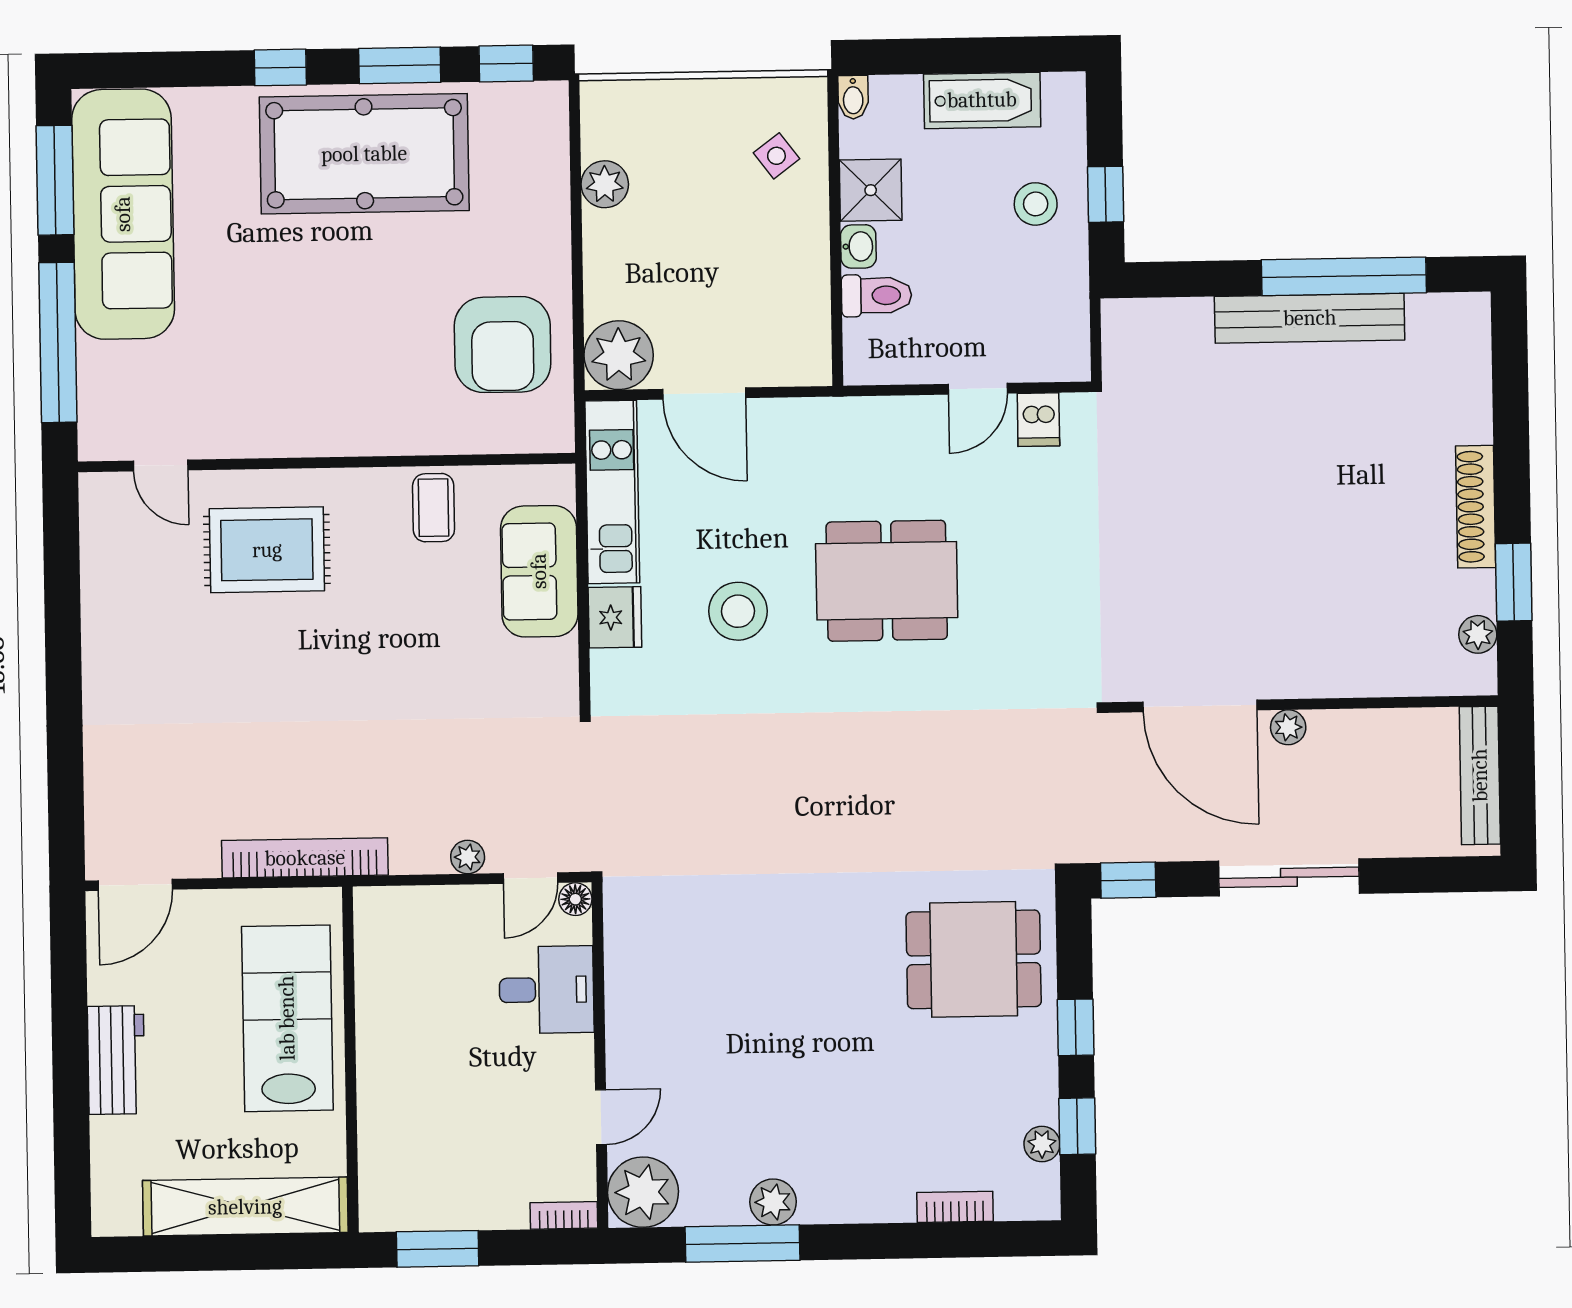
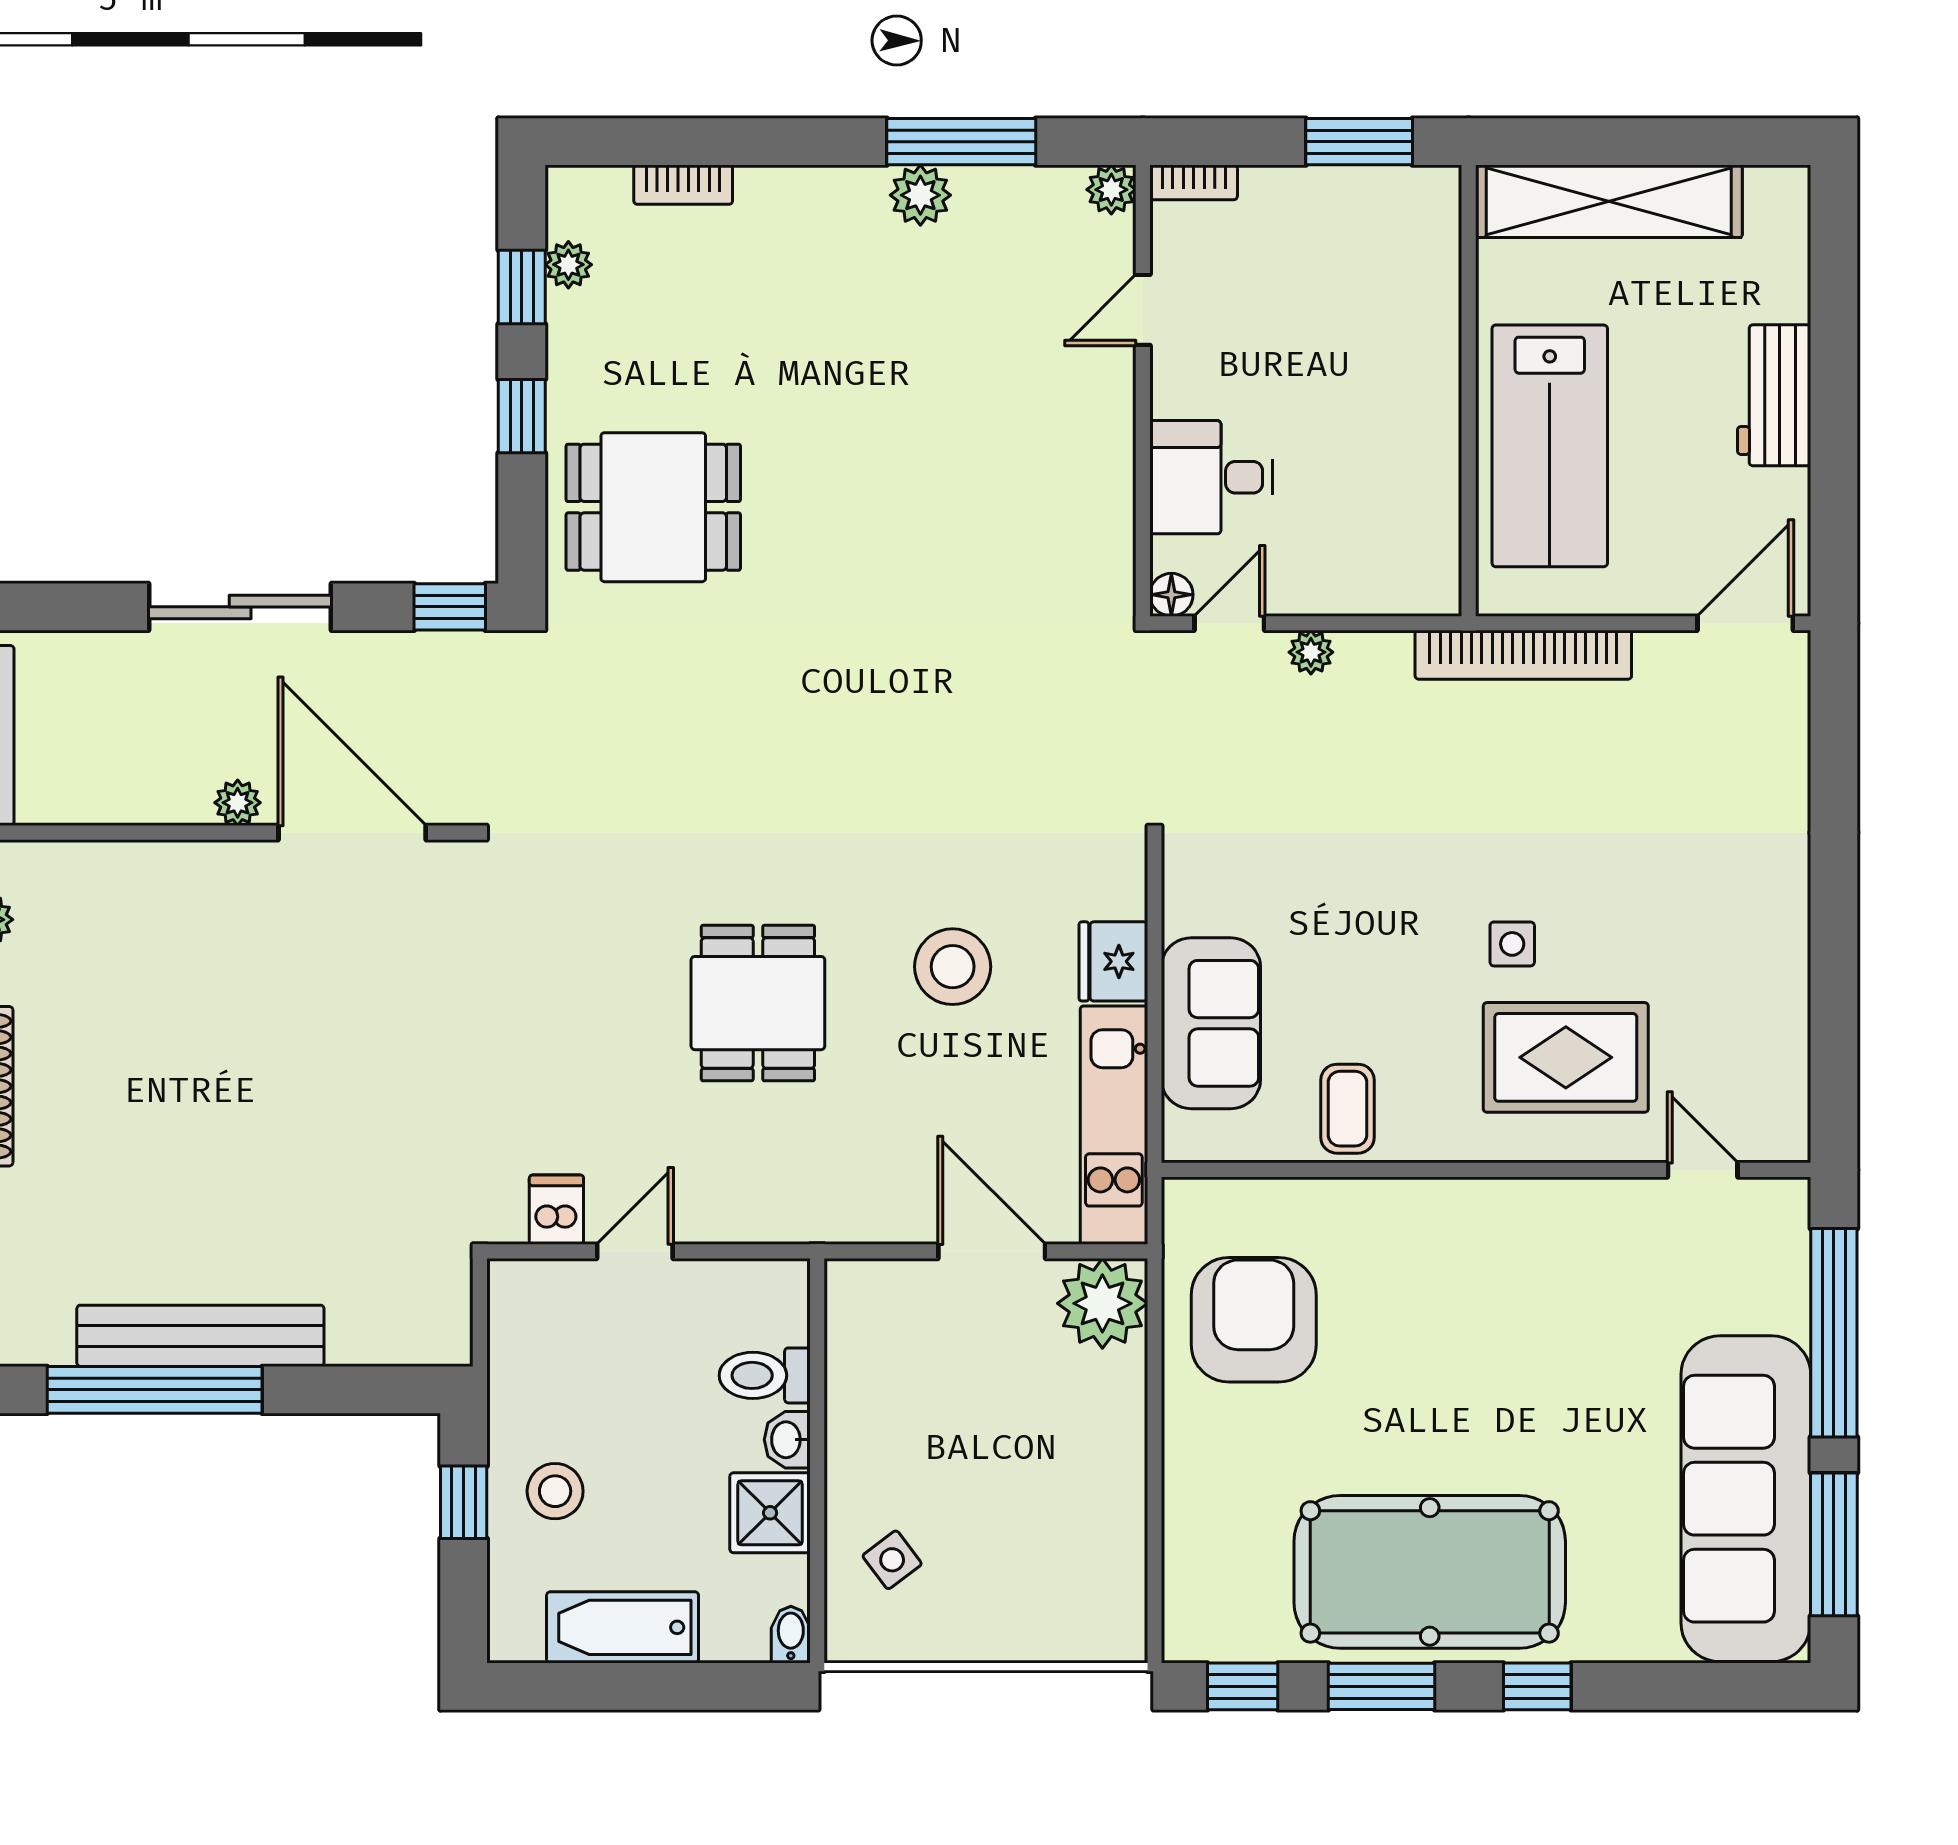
plant: (605, 184) -> (1117, 1527), removed
dining table: (887, 581) -> (758, 1003), width x0.73
side table: (309, 636) -> (1512, 944), added
plant: (643, 1192) -> (1111, 190), width x0.53, depth x0.53

